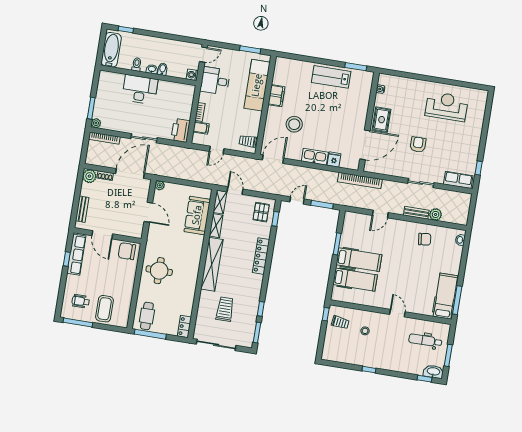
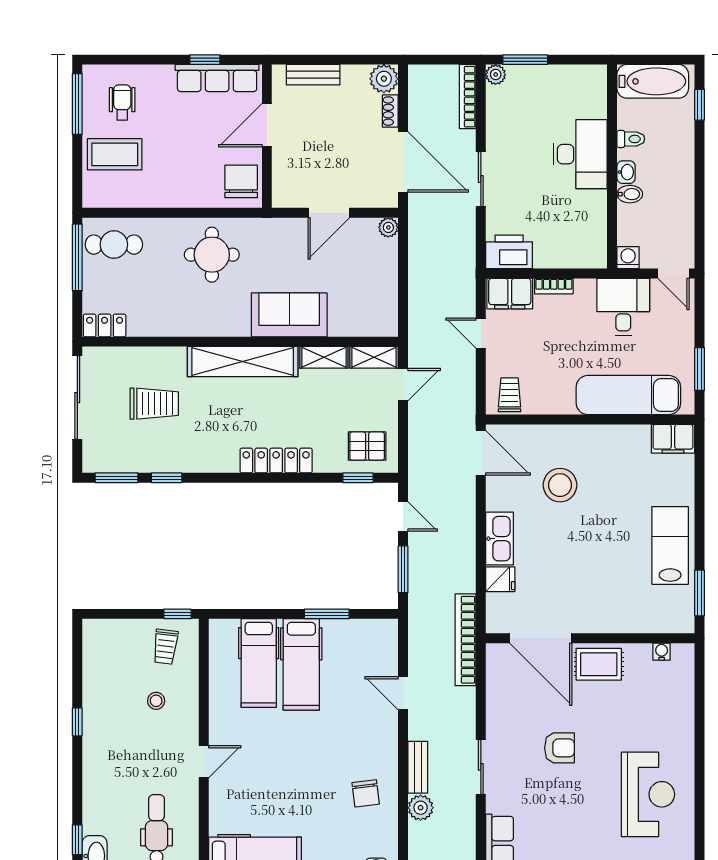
filing cabinet: (276, 96) -> (673, 439), moved
filing cabinet: (201, 128) -> (510, 294), width x2.00
sofa: (197, 215) -> (289, 315), moved

